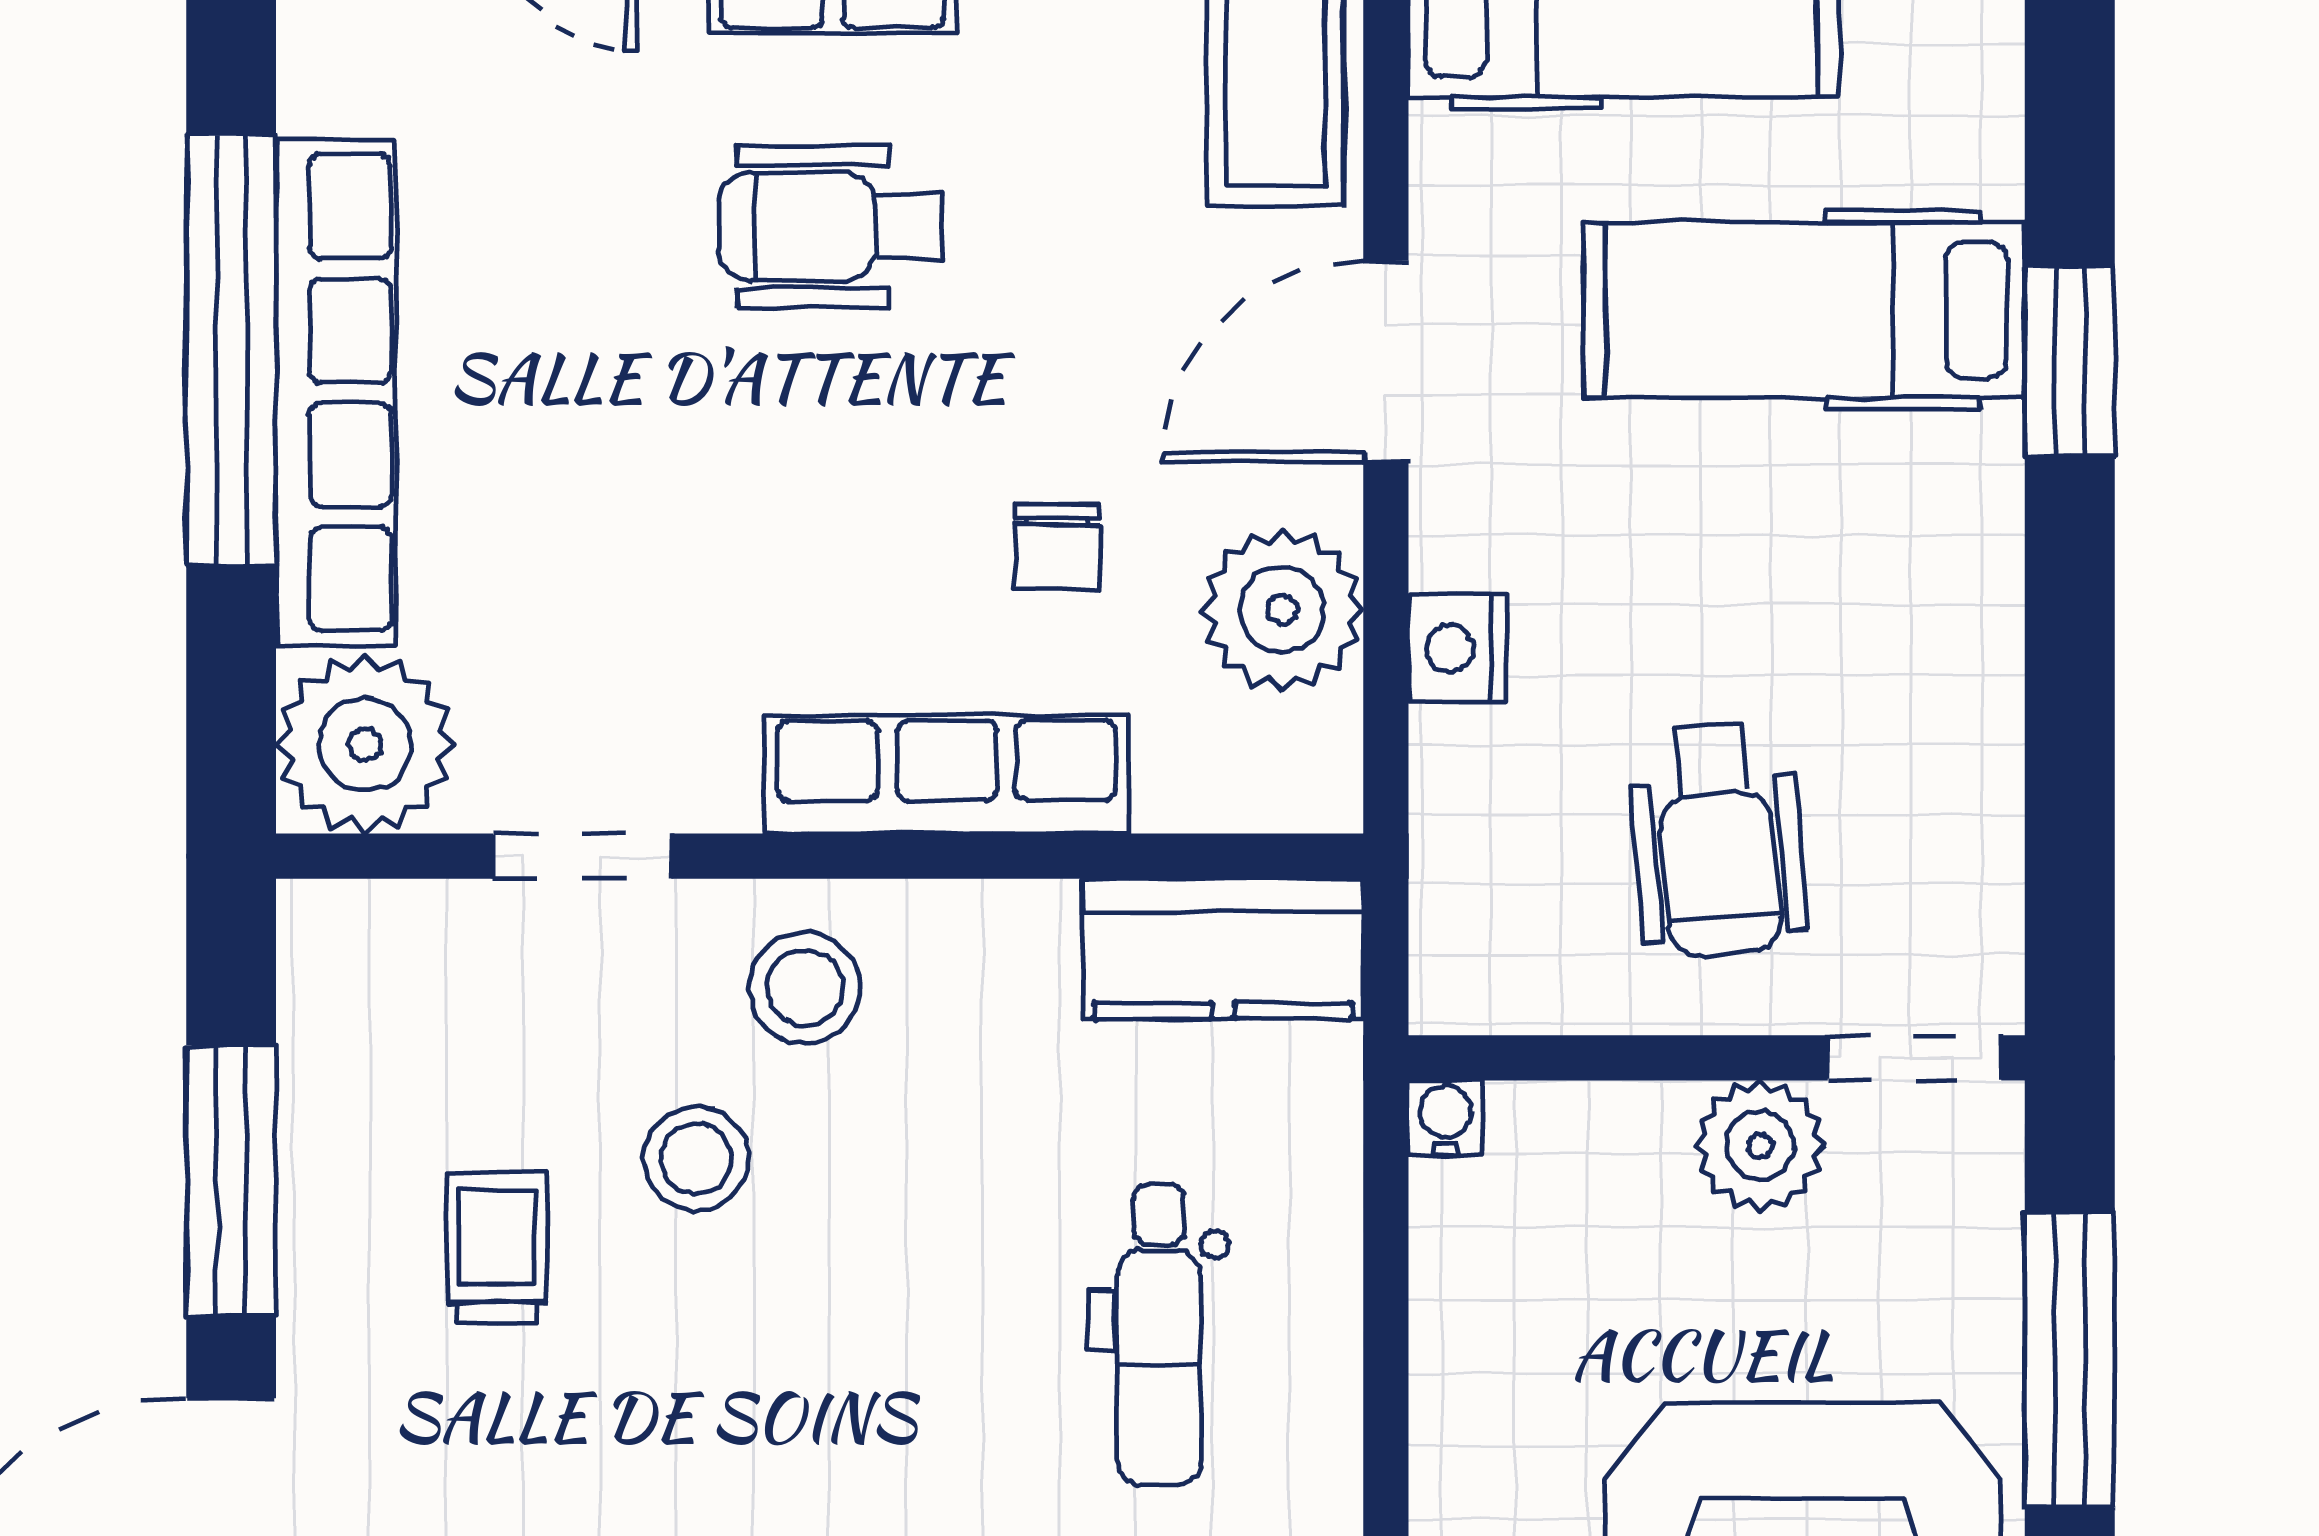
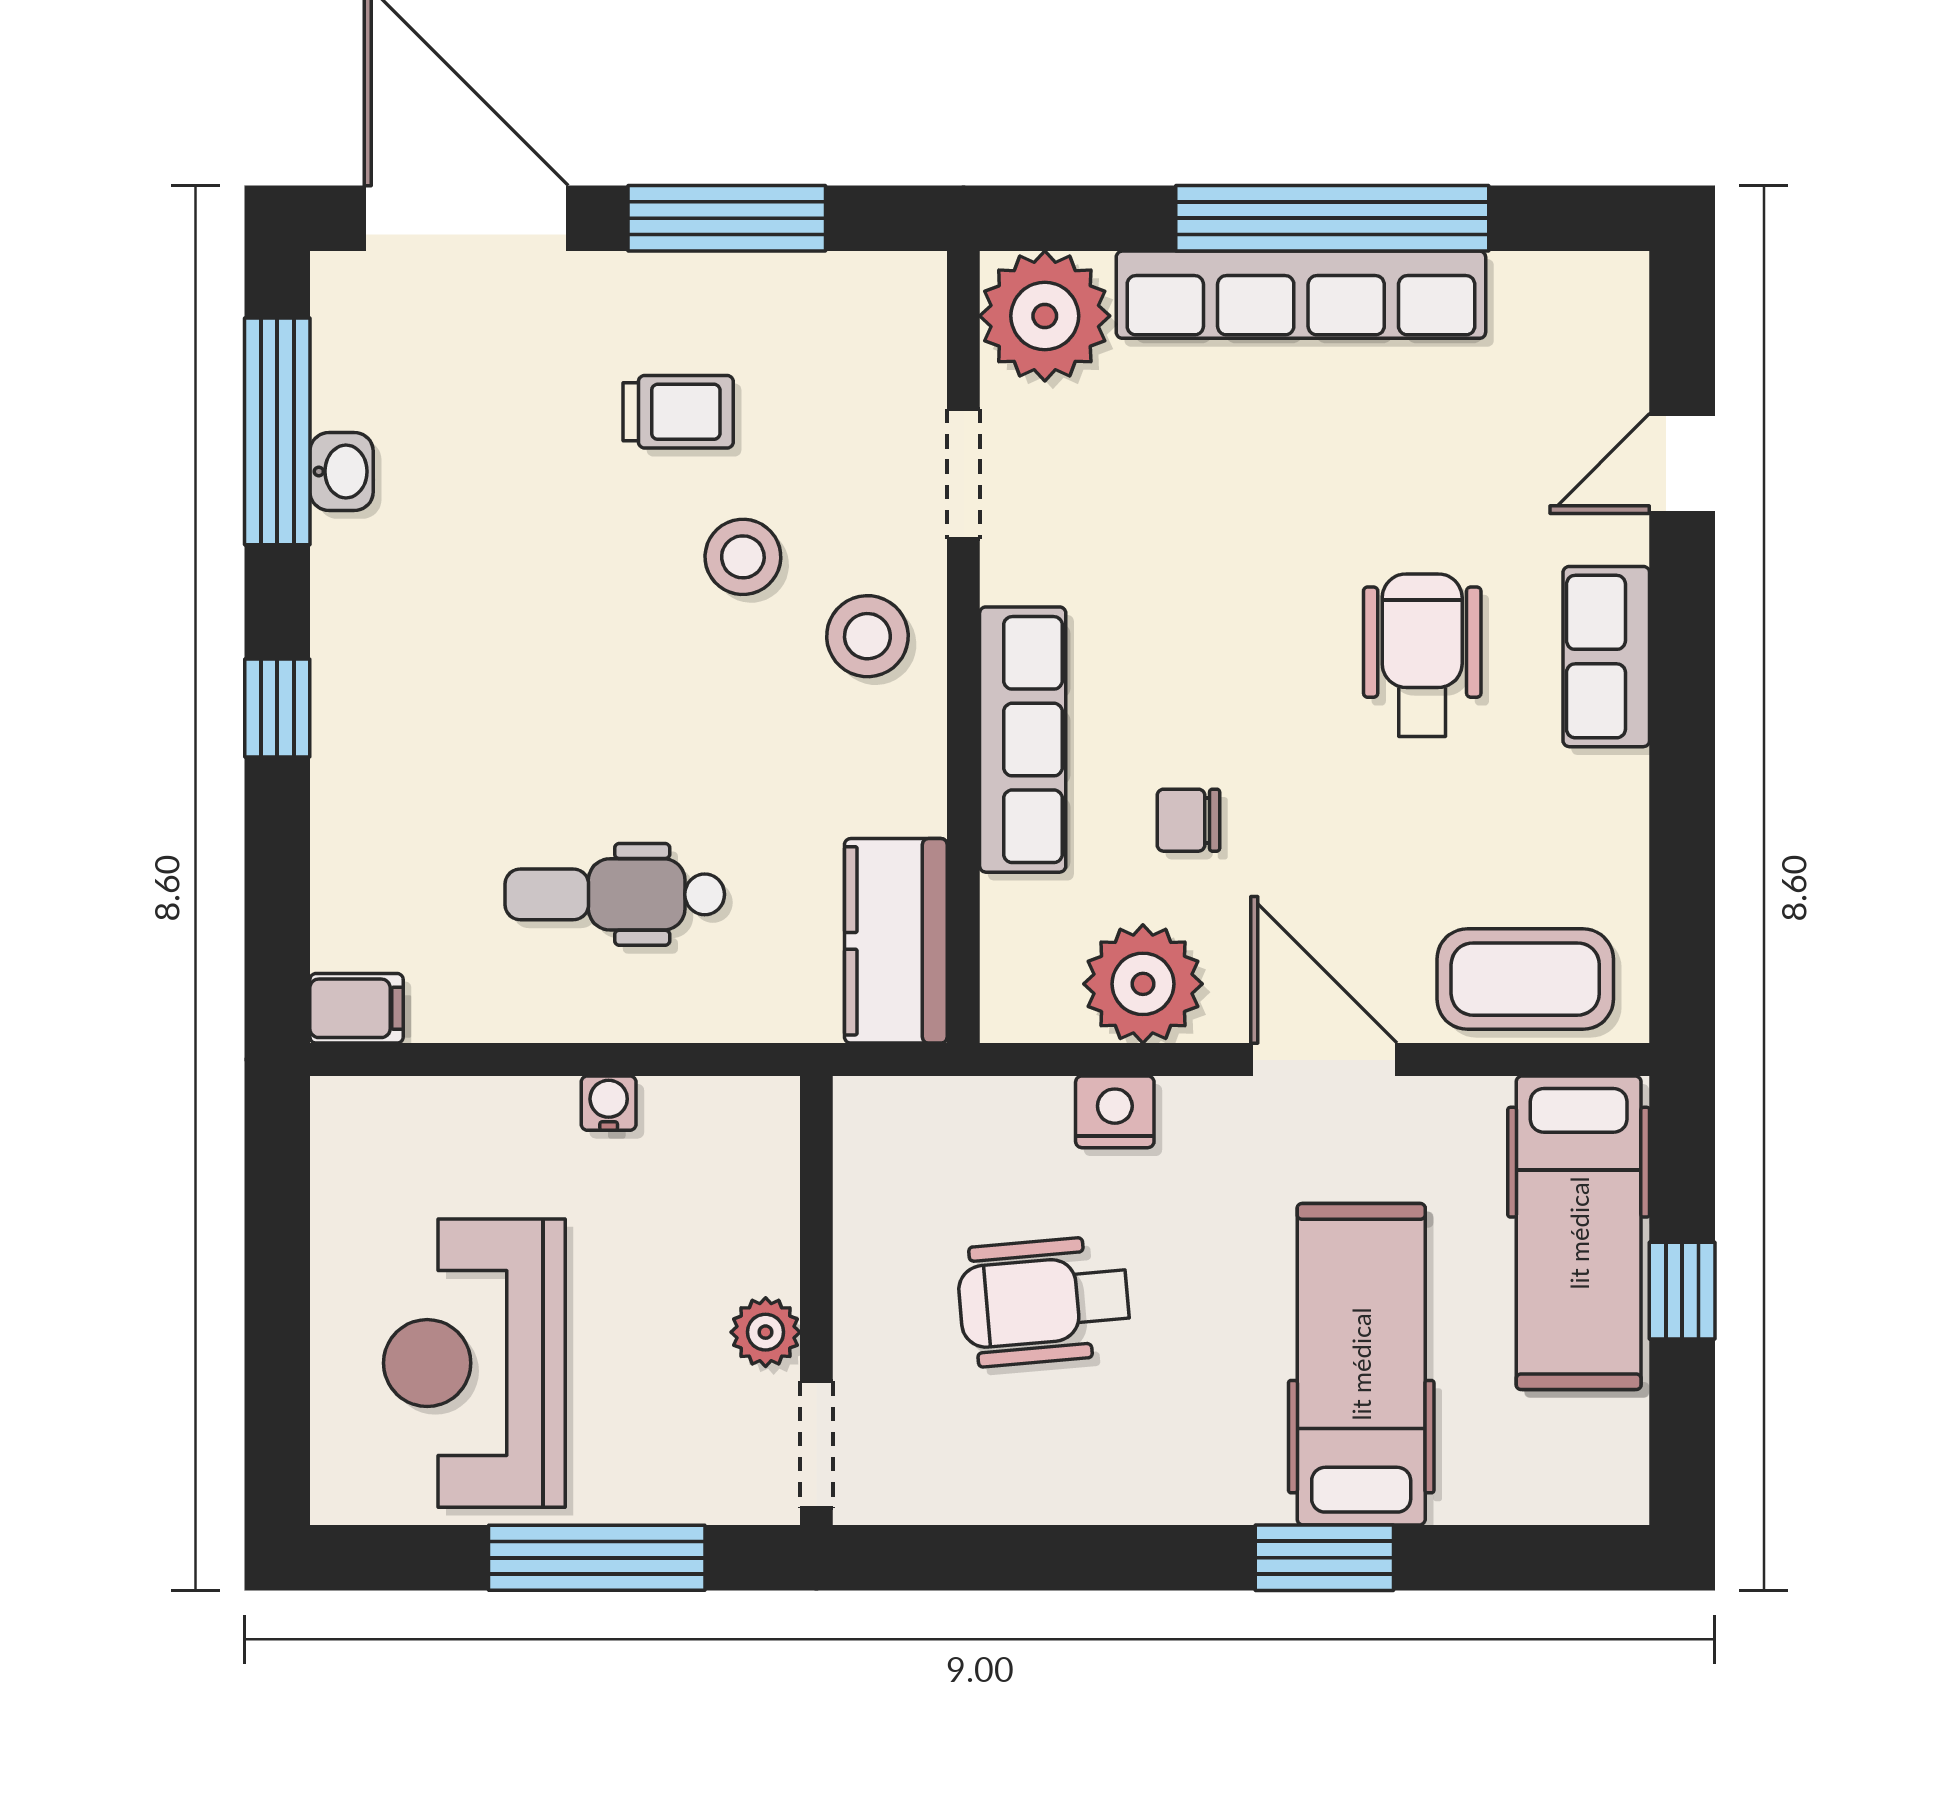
wheelchair: (1717, 840) -> (1044, 1301), moved
water cooler: (1446, 1118) -> (609, 1103), moved, turned -90
plant: (1760, 1145) -> (766, 1332), width x0.73, depth x0.73

